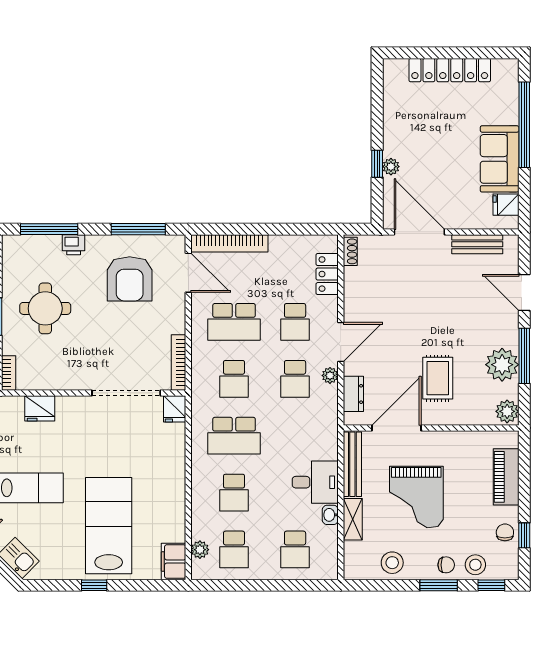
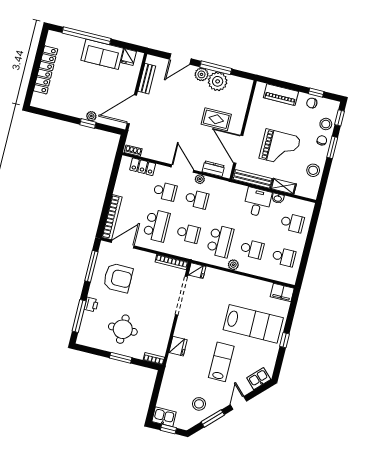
plant: (507, 411) -> (202, 74), moved
lab bench: (109, 526) -> (253, 324), turned 180
plant: (200, 550) -> (233, 265), moved

